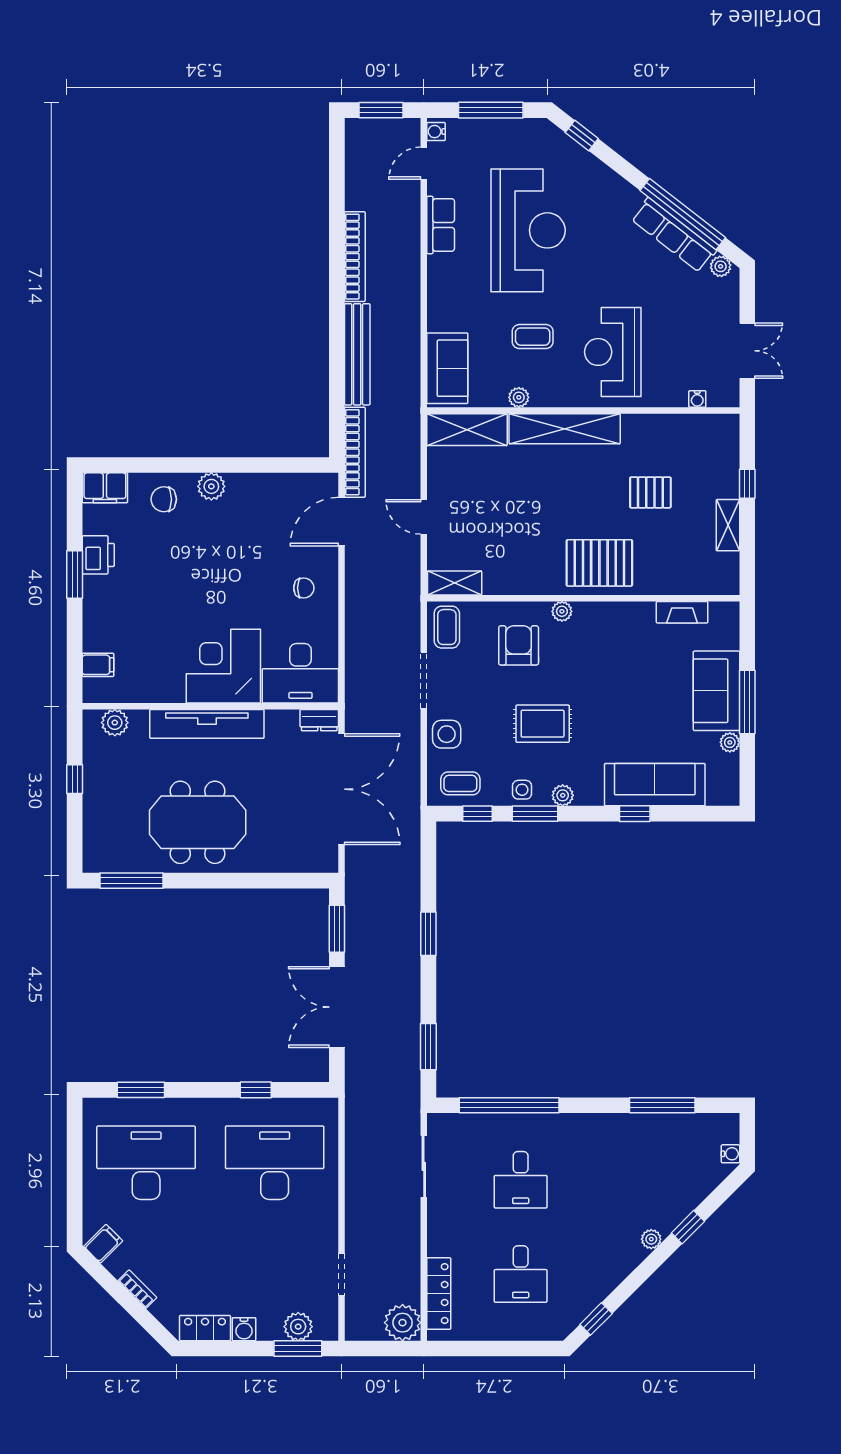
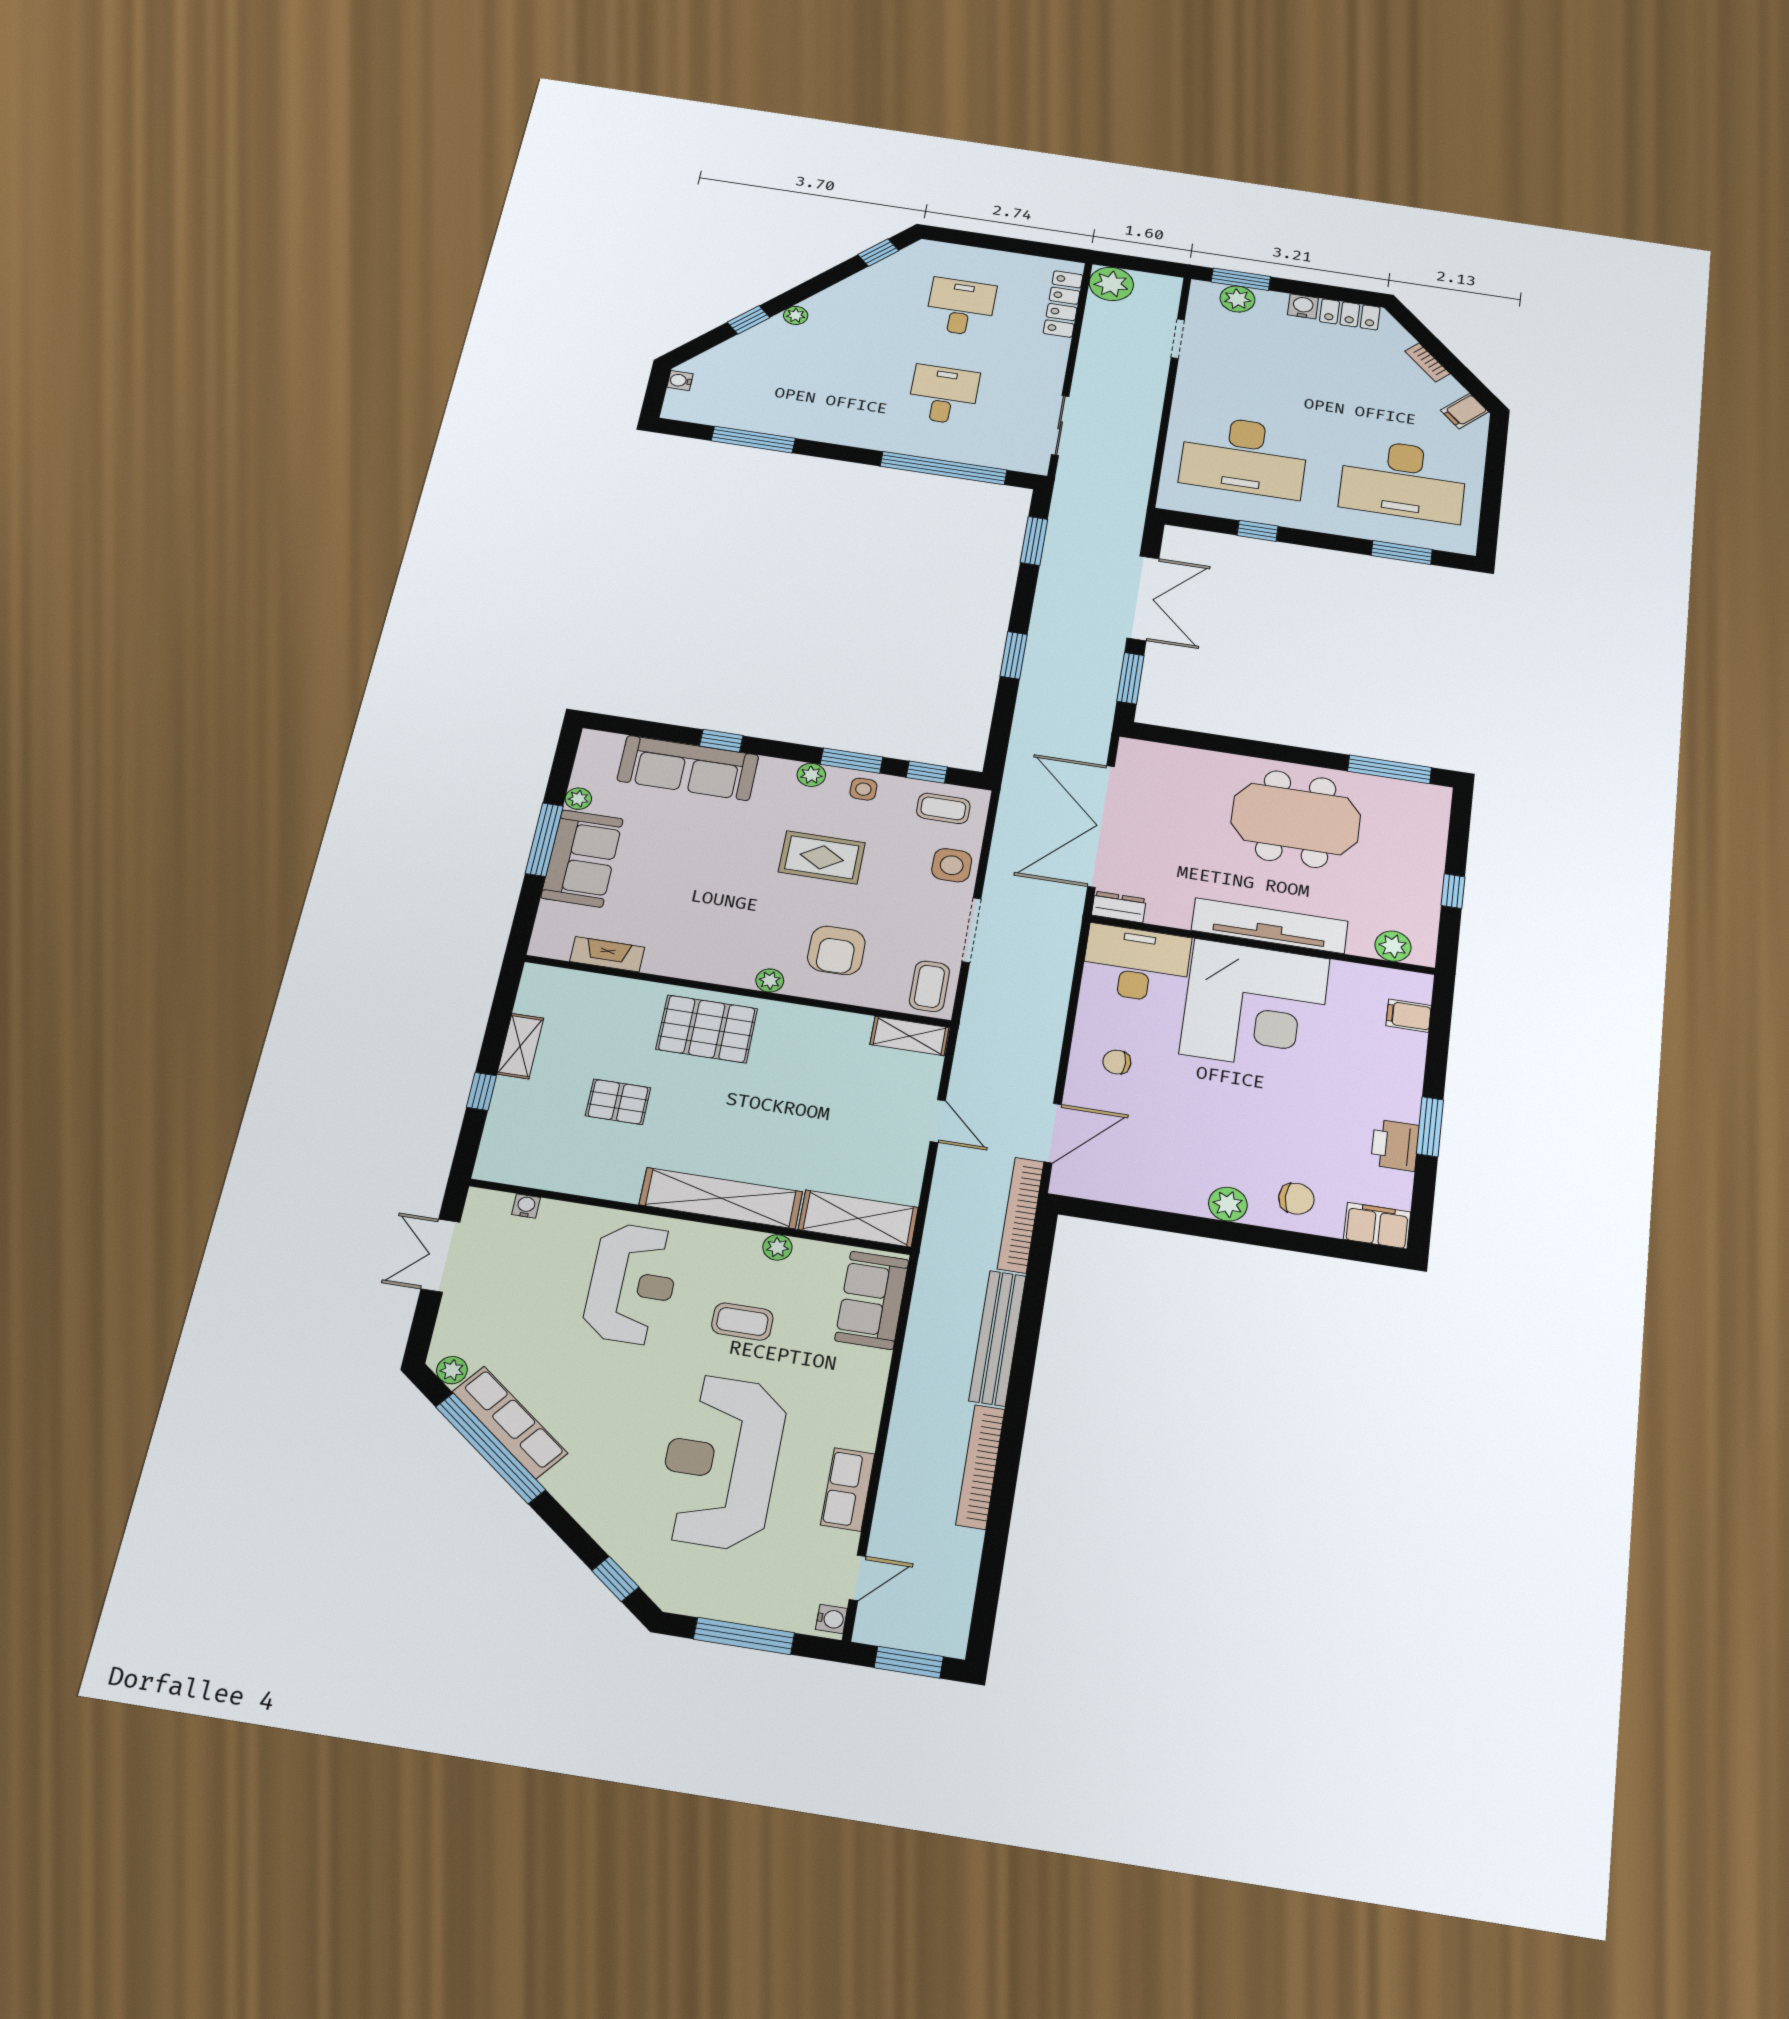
corner desk: (223, 666) -> (1255, 1006), width x1.36, depth x1.36

